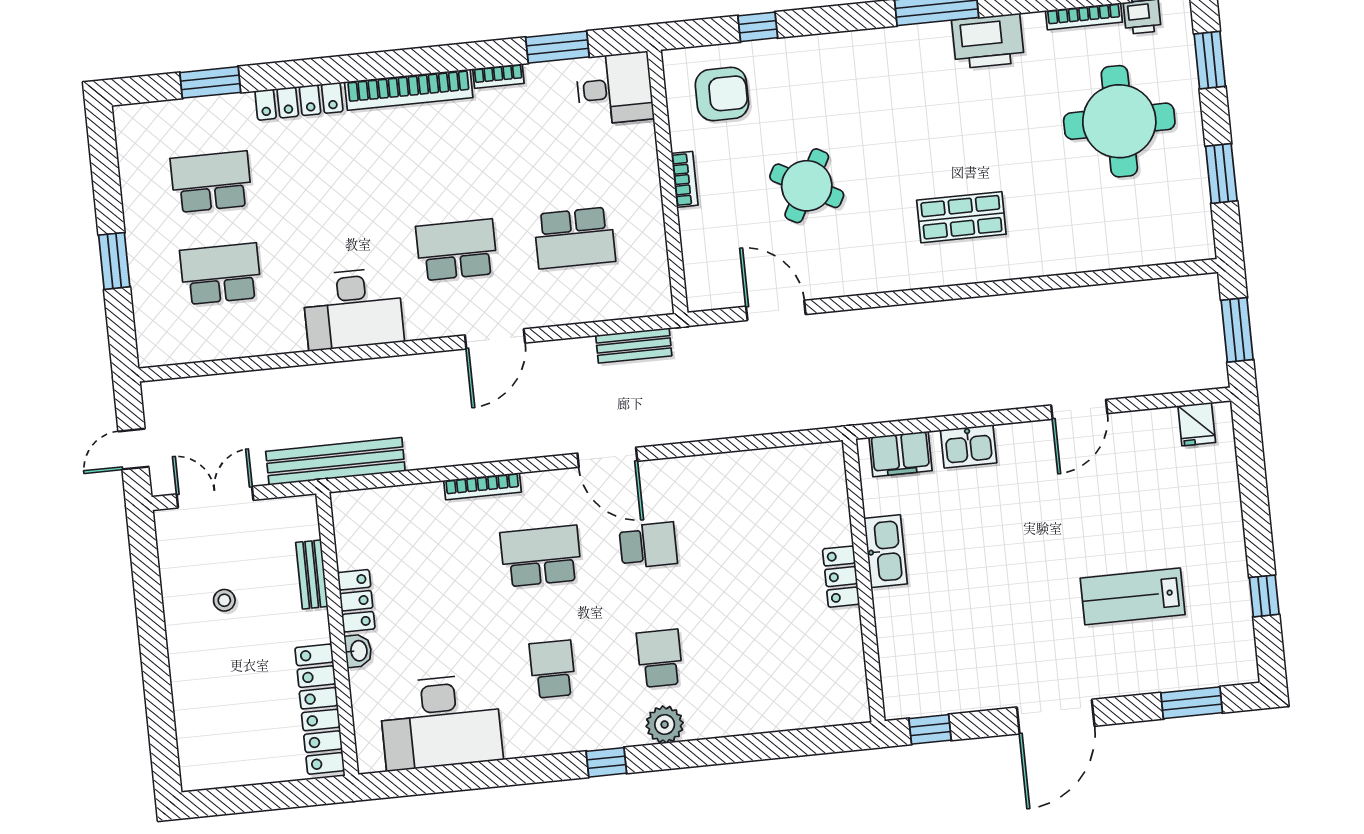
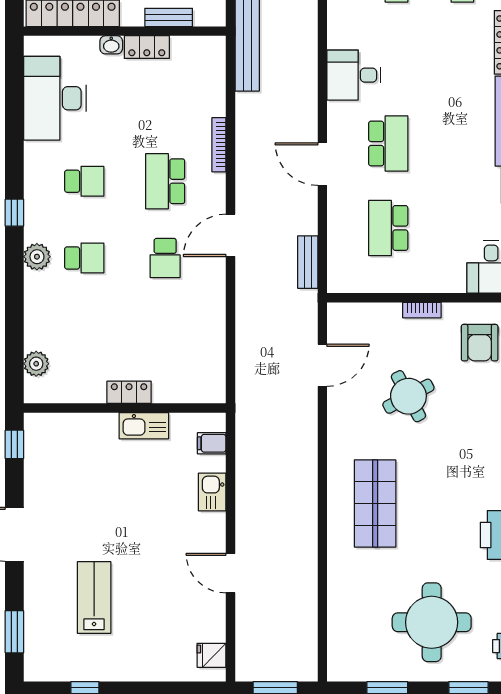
round table: (807, 186) -> (408, 396), turned 33
shop shelf: (961, 217) -> (375, 503), width x1.43, depth x1.36
desk: (353, 309) -> (354, 75), width x0.73
filing cabinet: (900, 454) -> (212, 443), width x0.50
school desk: (541, 556) -> (165, 181), turned 180
plant: (814, 710) -> (36, 364), added

